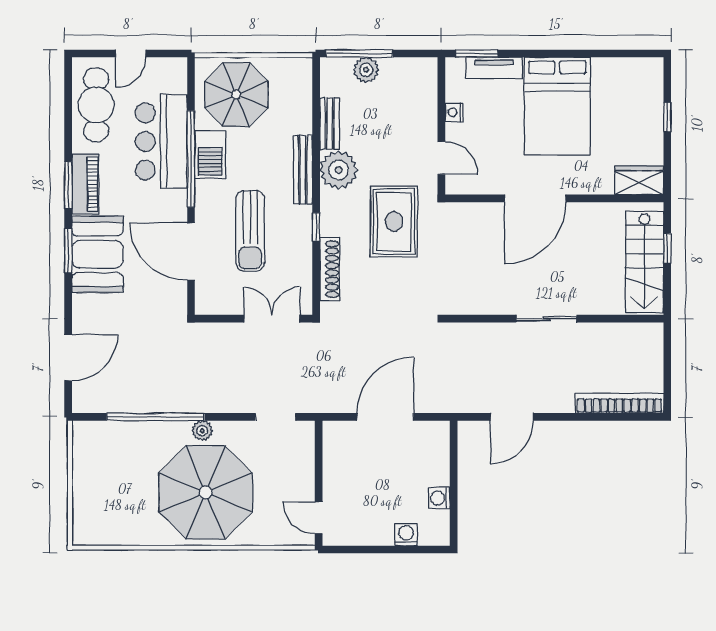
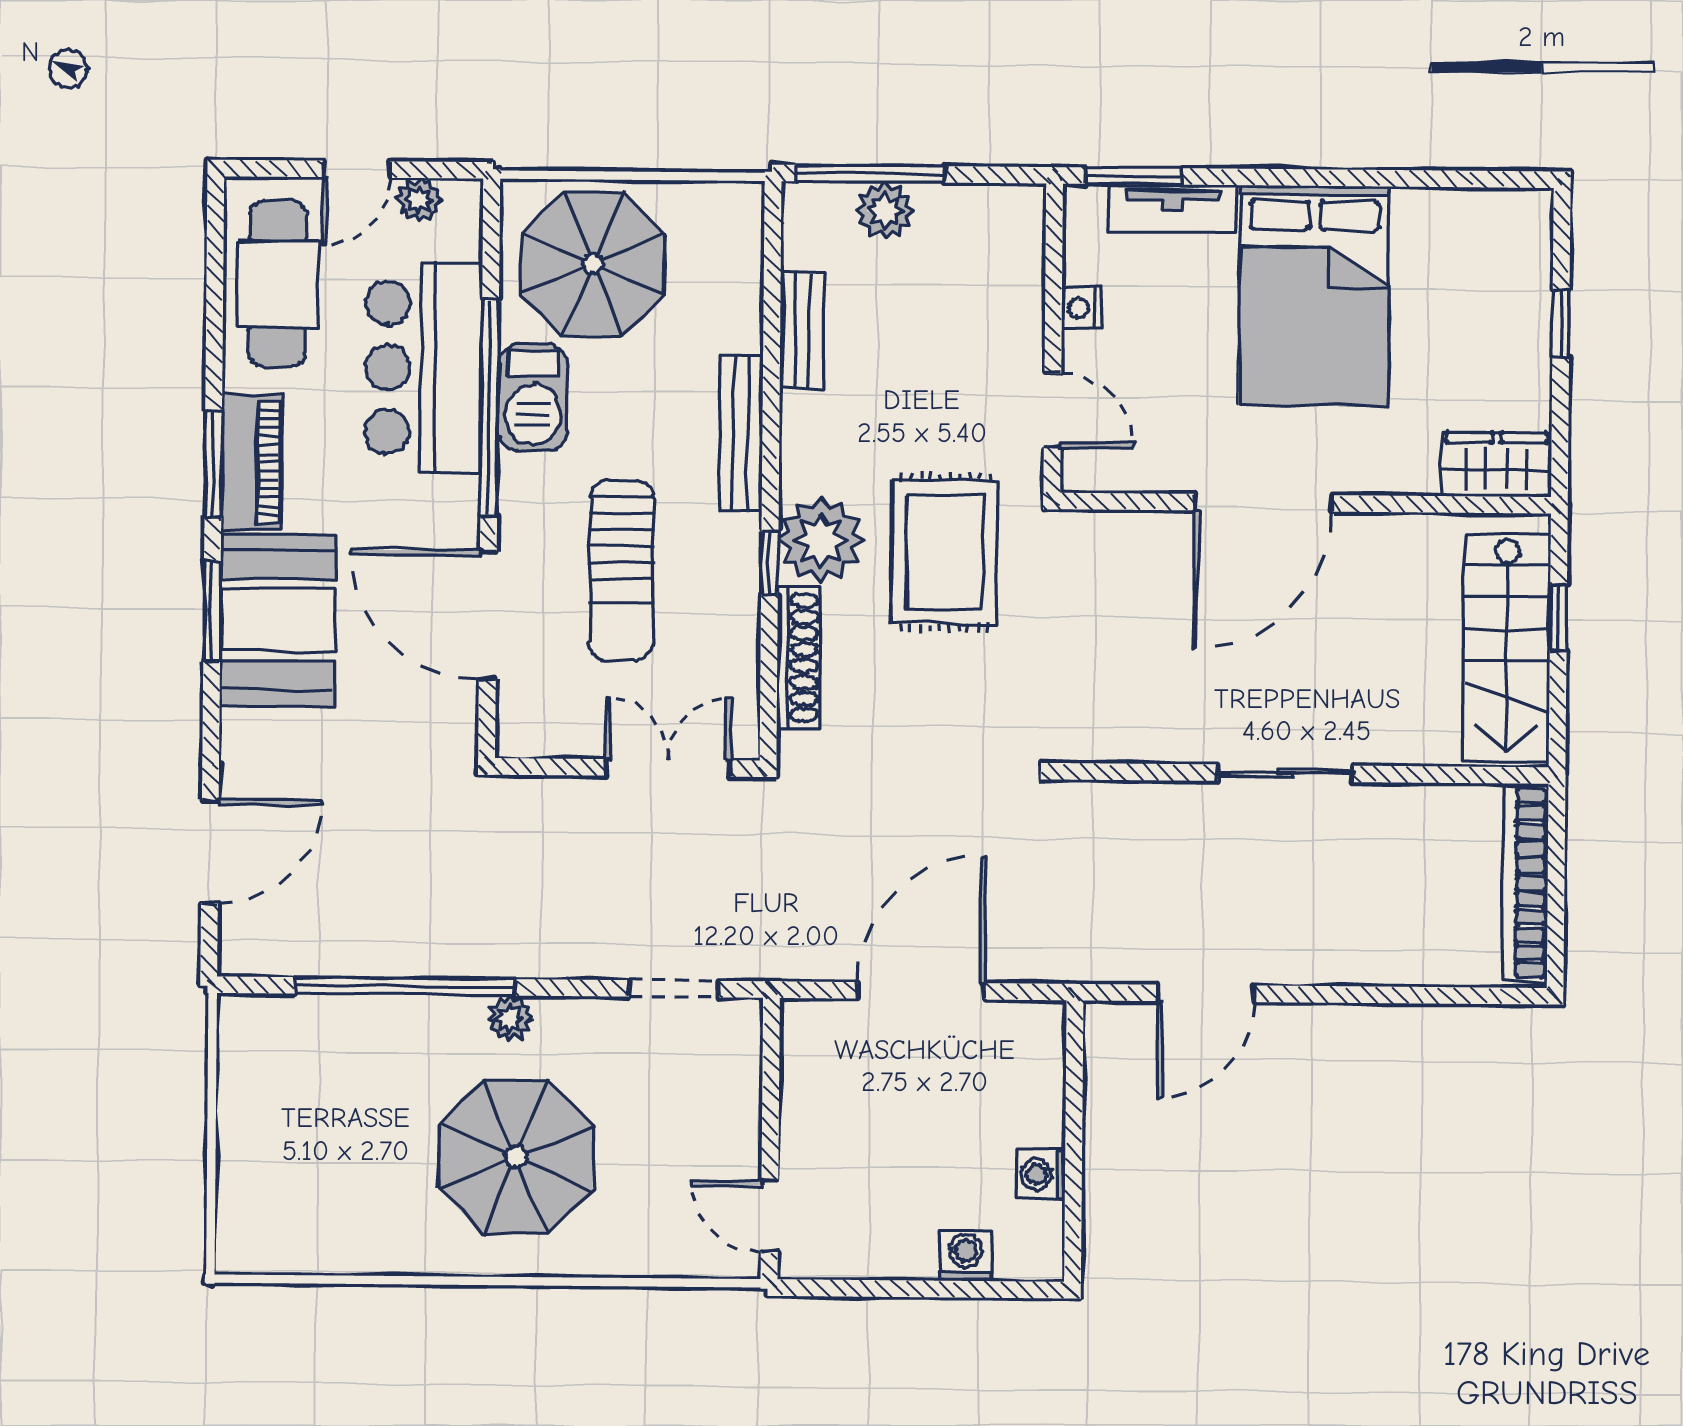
plant: (159, 67) -> (419, 200), added
plant: (339, 170) -> (821, 540), moved
bookcase: (619, 403) -> (1525, 883), moved, turned -90
parasol: (206, 492) -> (516, 1157), width x0.73, depth x0.73

